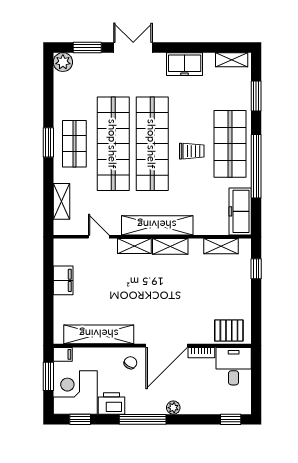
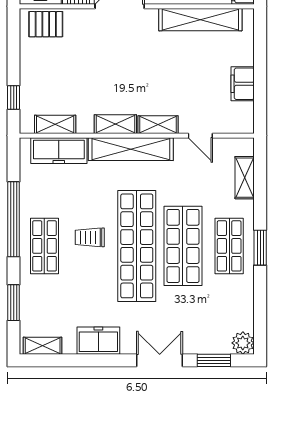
double door: (133, 48) -> (160, 360), swing flipped
shop shelf: (113, 144) -> (183, 246), width x0.71
shop shelf: (230, 144) -> (44, 246), width x0.70, depth x0.74
freezer: (240, 211) -> (59, 151), moved, turned 90

